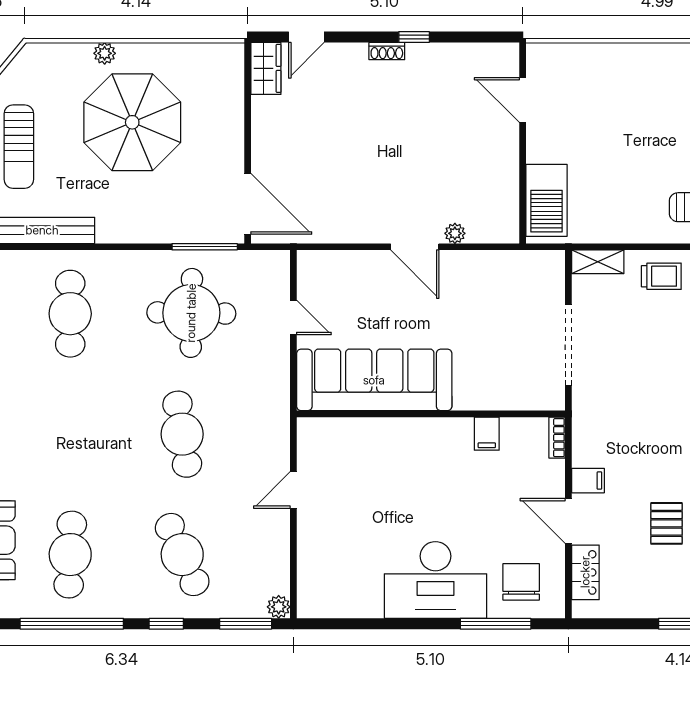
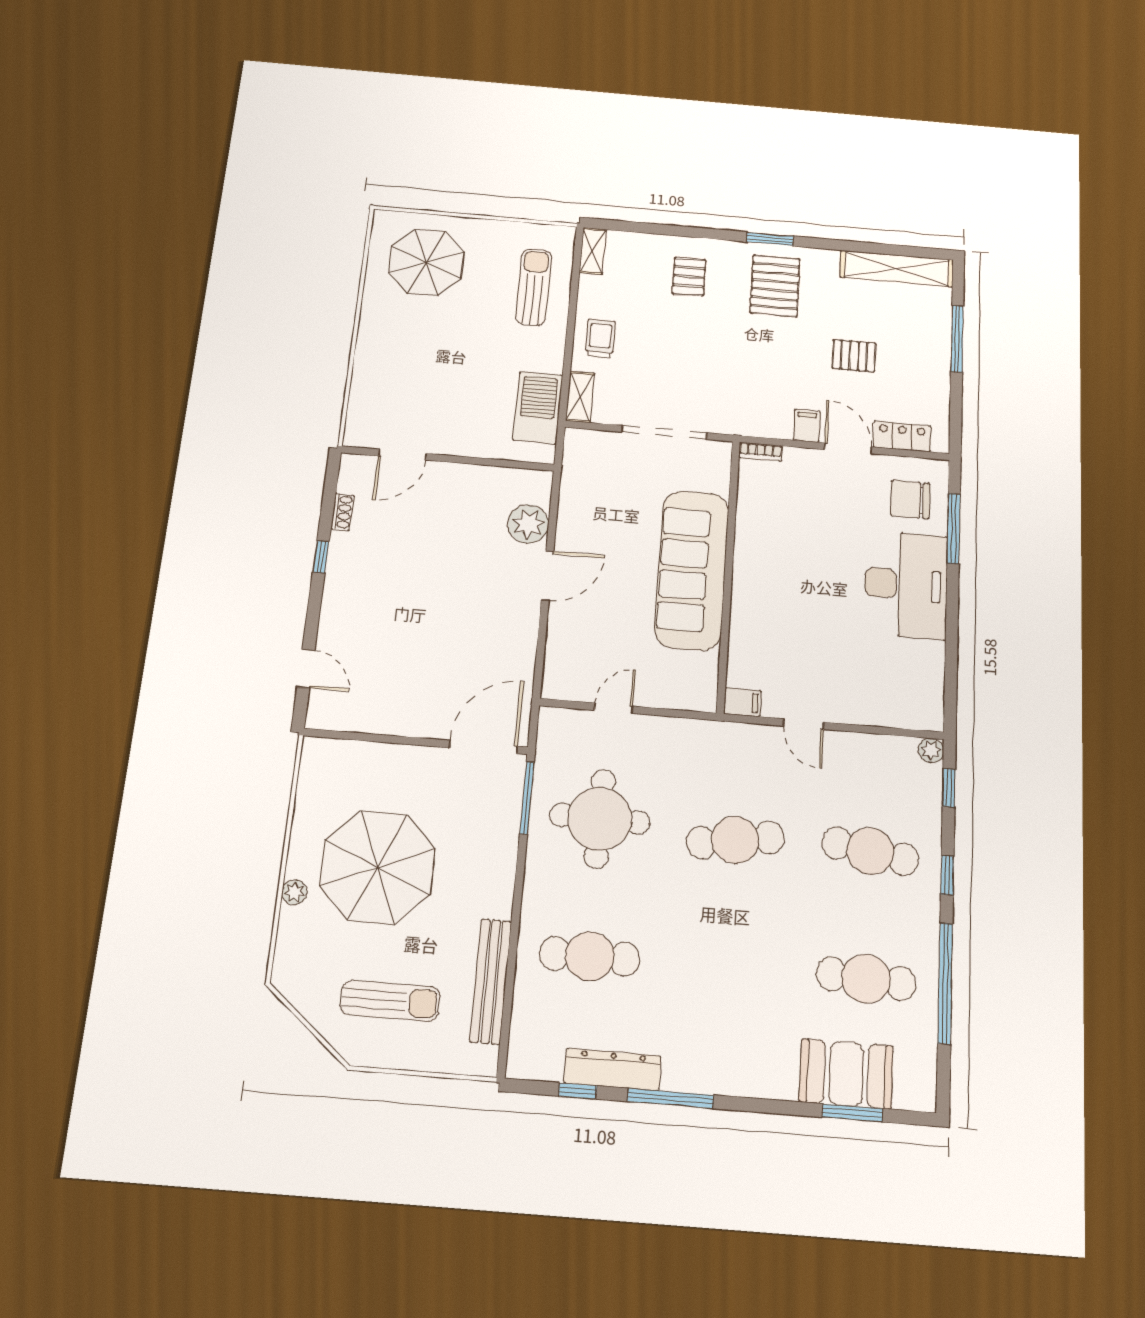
shoe rack: (387, 51) -> (342, 512), moved
wardrobe: (266, 68) -> (335, 715), removed
barbecue: (547, 200) -> (538, 408), moved, turned -90
plant: (455, 233) -> (528, 524), width x1.87, depth x1.87
sofa: (374, 380) -> (692, 570), moved
filing cabinet: (487, 434) -> (742, 702), moved
door: (568, 521) -> (848, 448), swing flipped
cafe table: (182, 555) -> (870, 851), turned 33
window: (246, 624) -> (949, 788), width x0.67

